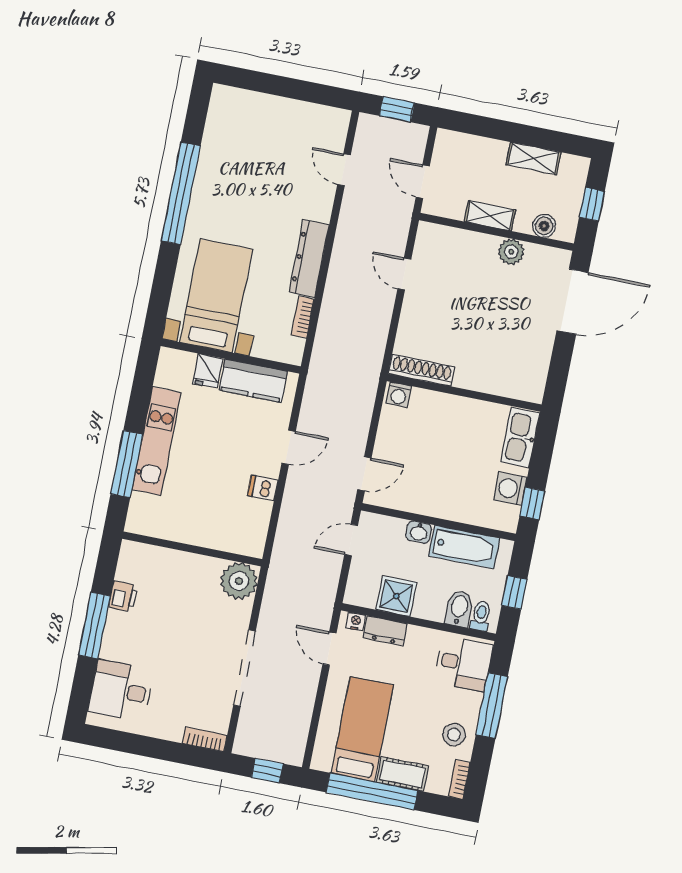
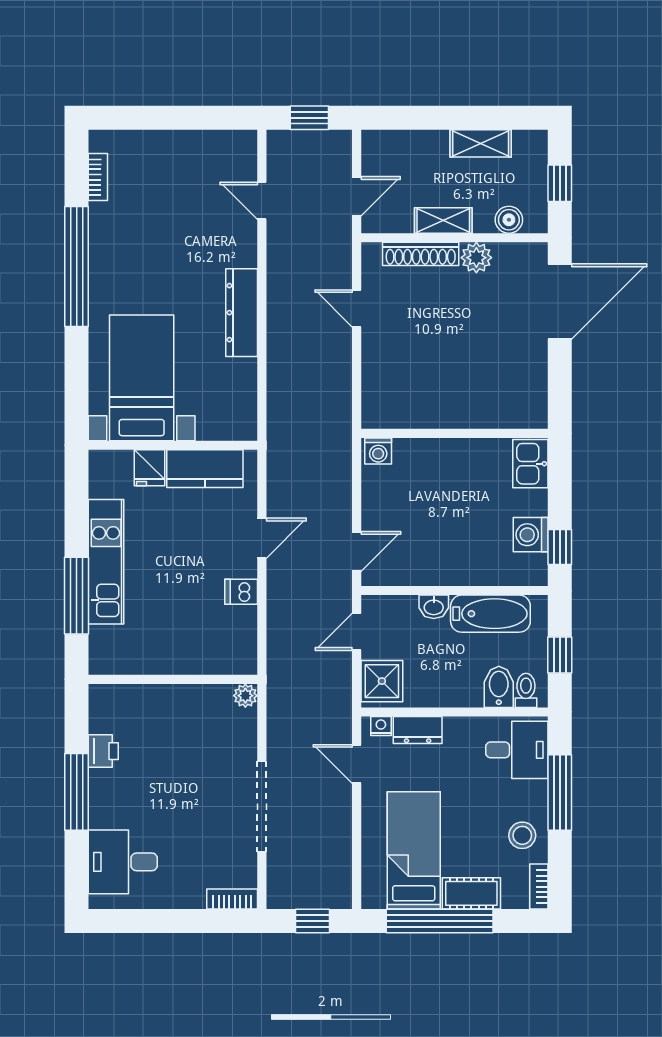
door: (423, 182) -> (357, 196), swing flipped
bookcase: (303, 317) -> (98, 177), moved, turned 180
shoe rack: (421, 370) -> (421, 254), moved, turned 180
kitchen sink: (520, 438) -> (530, 464), width x0.73
plant: (239, 581) -> (245, 696), width x0.53, depth x0.53
shower: (396, 596) -> (382, 681), moved

